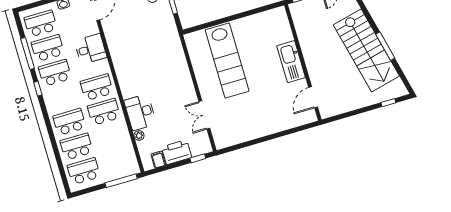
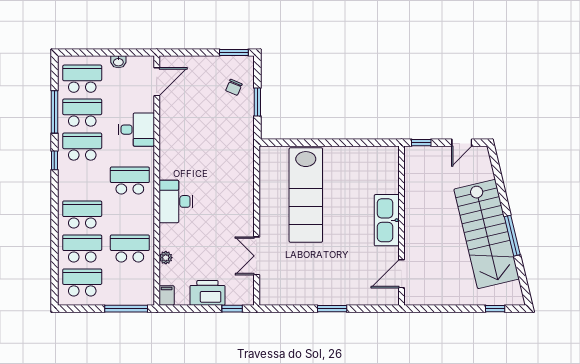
school desk: (104, 112) -> (130, 248), moved
desk: (140, 112) -> (176, 201), moved
window: (270, 137) -> (332, 309), added
filing cabinet: (158, 160) -> (167, 295), moved

